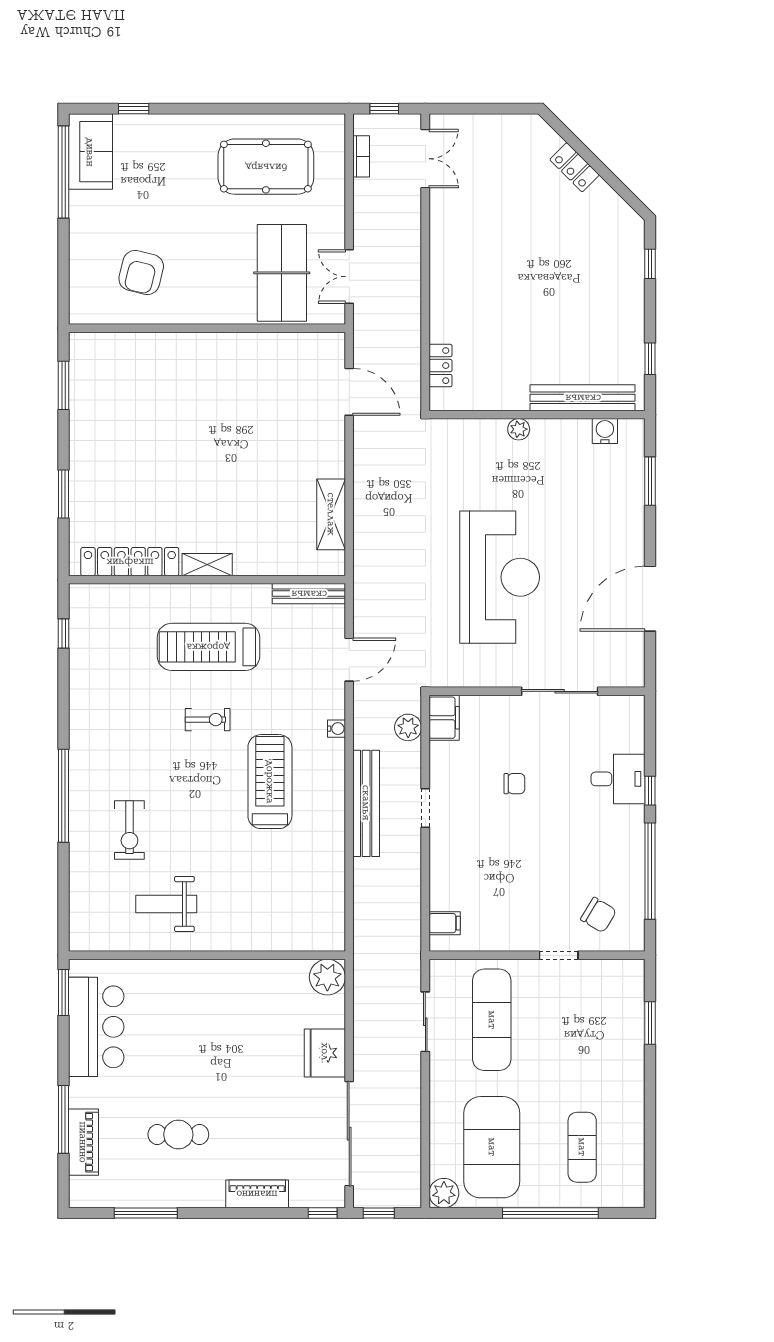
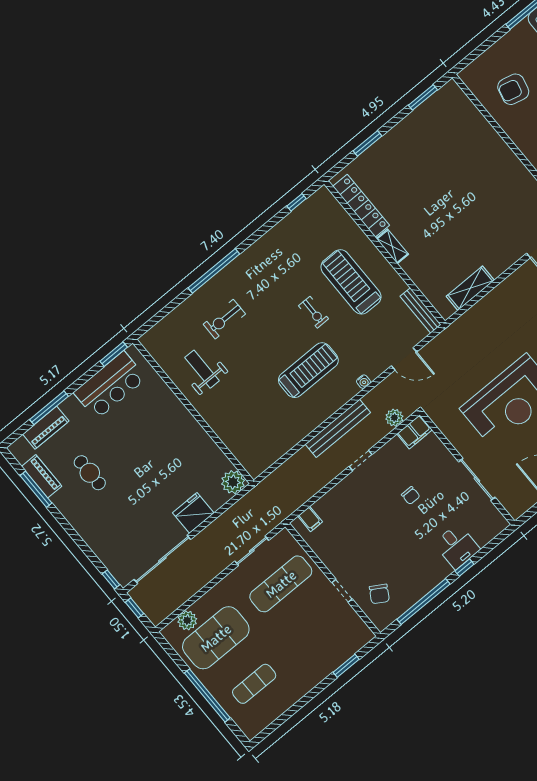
plant: (444, 1193) -> (187, 620), moved
piano: (257, 1194) -> (42, 476), moved

